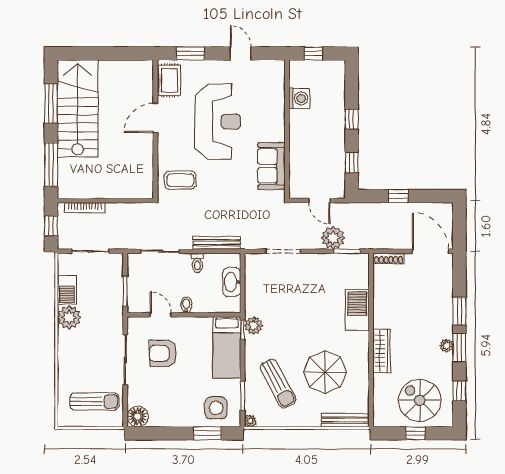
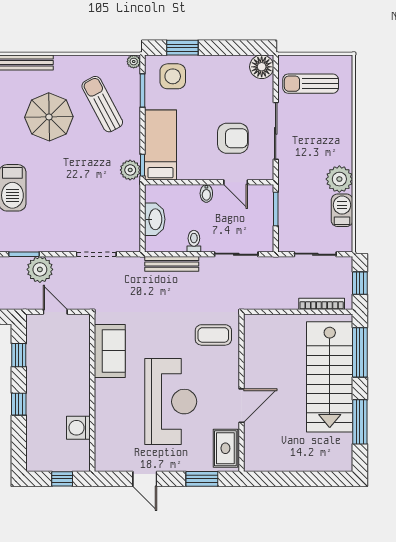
stairs: (78, 108) -> (330, 377), moved
reception desk: (218, 121) -> (171, 402), turned 180

